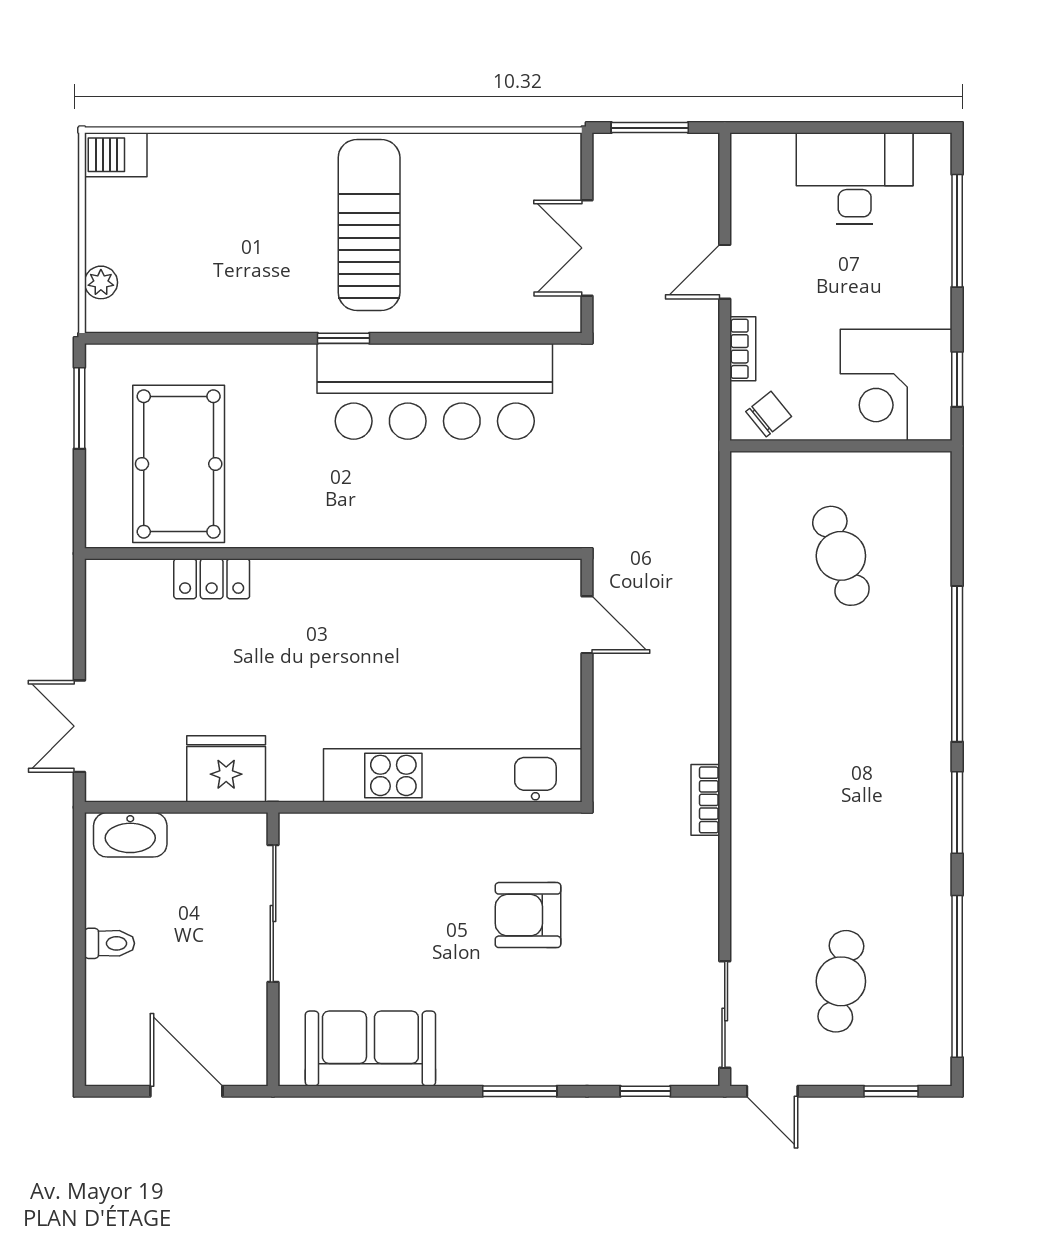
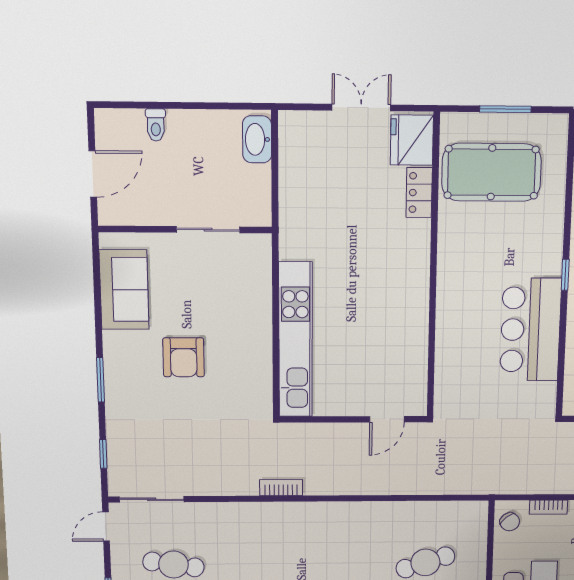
bar counter: (435, 391) -> (531, 330), width x0.73
window: (79, 408) -> (505, 109), moved
double door: (79, 726) -> (361, 108), moved
fridge: (226, 769) -> (412, 140), moved, turned 180
sliding door: (273, 914) -> (208, 230), width x0.73
armchair: (528, 915) -> (184, 357), moved, turned 180
toilet: (109, 943) -> (156, 125), moved

